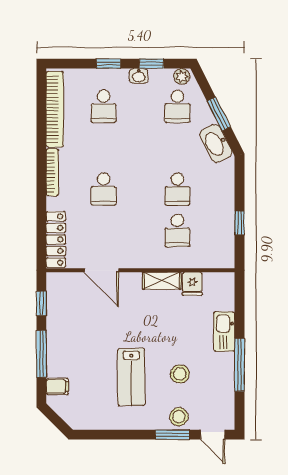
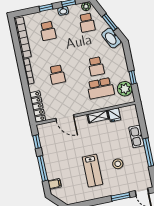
school desk: (177, 230) -> (101, 88), width x1.85
plant: (221, 240) -> (125, 89), added
stool: (179, 417) -> (122, 186), removed

